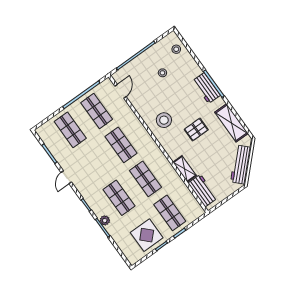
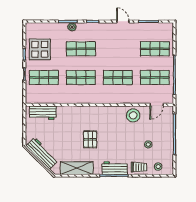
trolley: (189, 66) -> (139, 167), added
door: (121, 91) -> (157, 105), hinge flipped
stool: (164, 120) -> (133, 115), moved
shelving: (185, 169) -> (68, 111), removed

